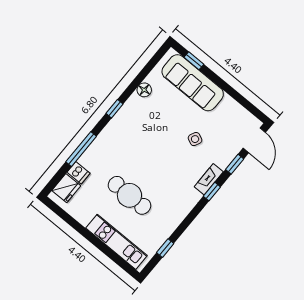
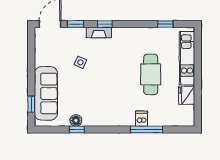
window: (115, 109) -> (77, 129), moved
dishwasher: (78, 173) -> (142, 119), moved
fridge: (66, 188) -> (187, 95), moved, turned -90

